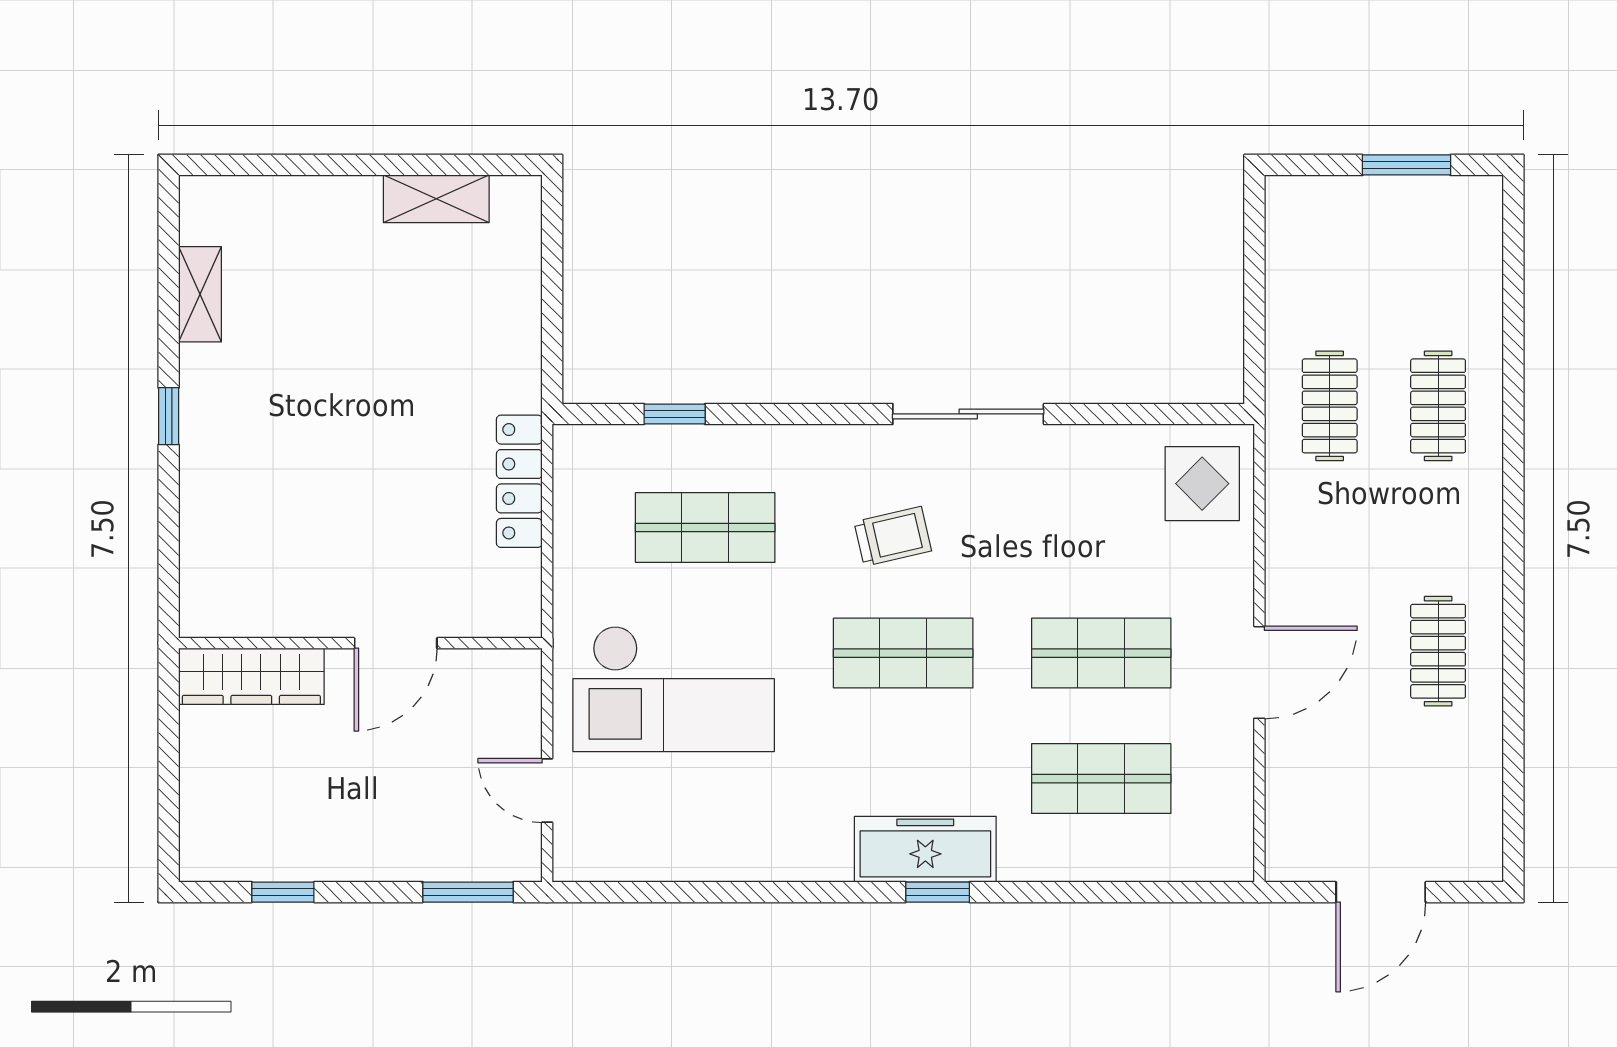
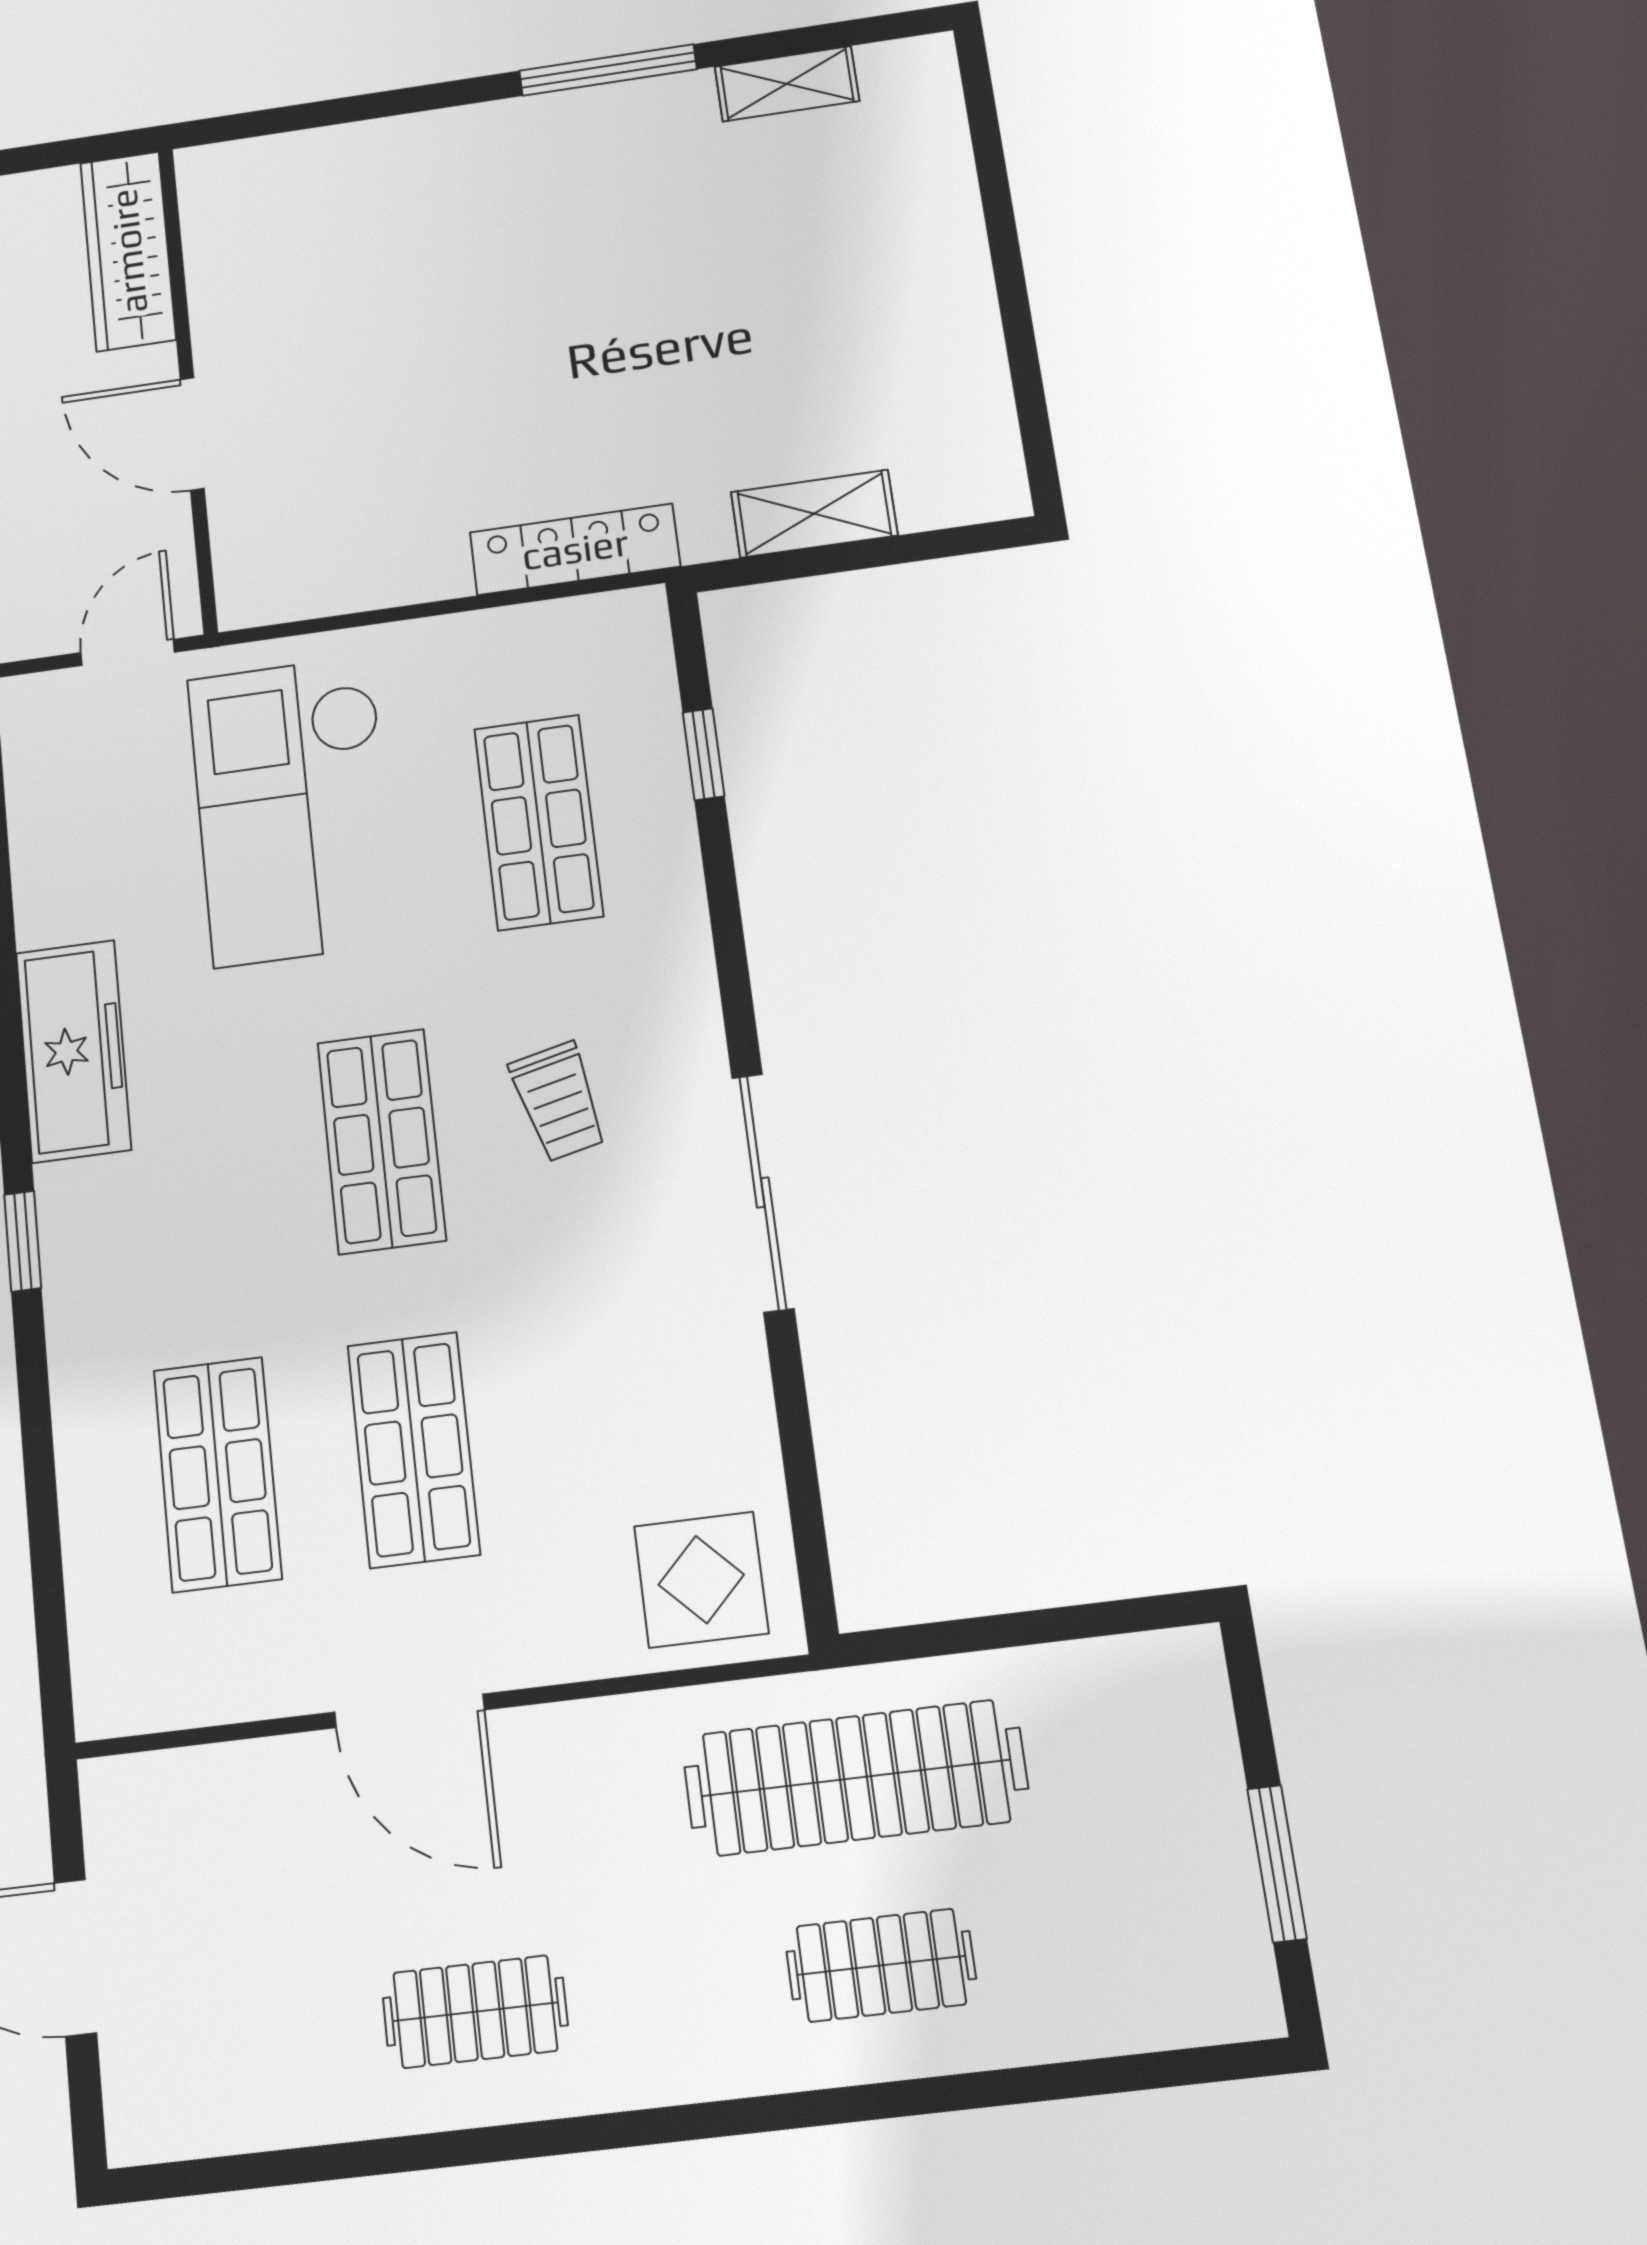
shelving: (436, 199) -> (814, 514), moved, turned 90
clothes rail: (1330, 406) -> (856, 1778), width x1.86, depth x1.31
window: (169, 416) -> (608, 70), width x2.17
wall: (360, 643) -> (188, 387), moved
door: (396, 643) -> (192, 434), moved
wardrobe: (251, 676) -> (128, 251), moved
freezer: (925, 849) -> (73, 1051), moved

